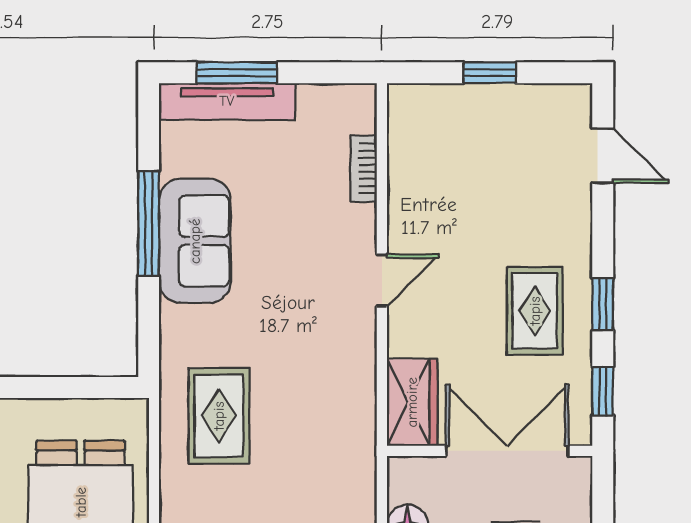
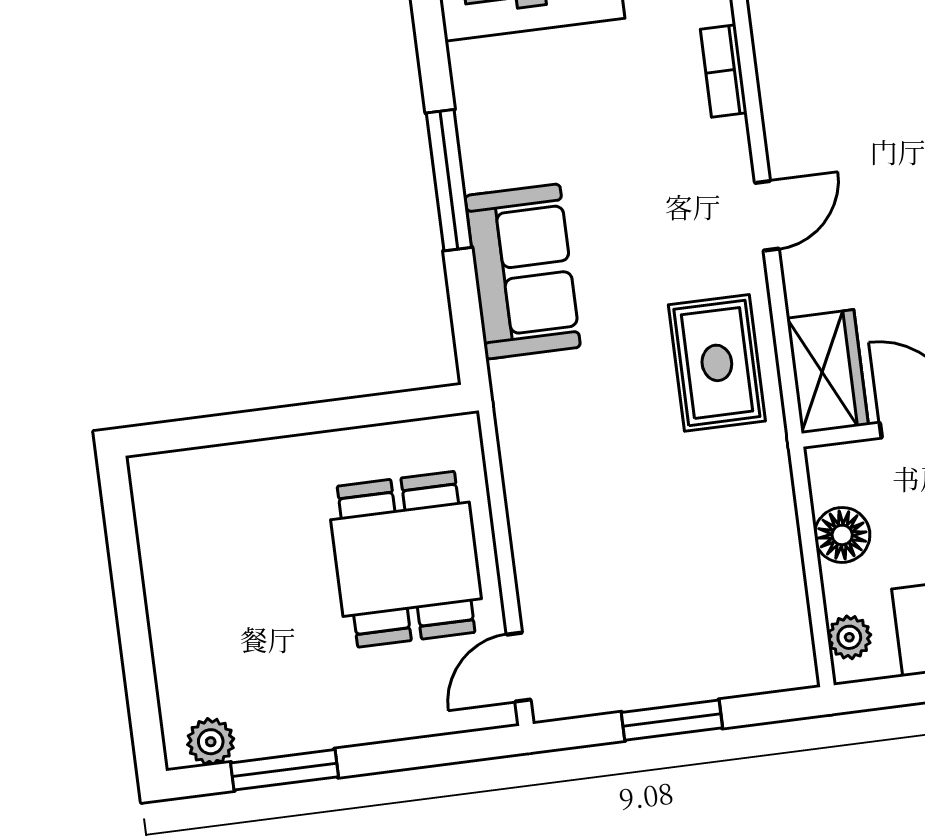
sofa: (195, 241) -> (523, 271), moved
rug: (219, 416) -> (717, 363), moved

